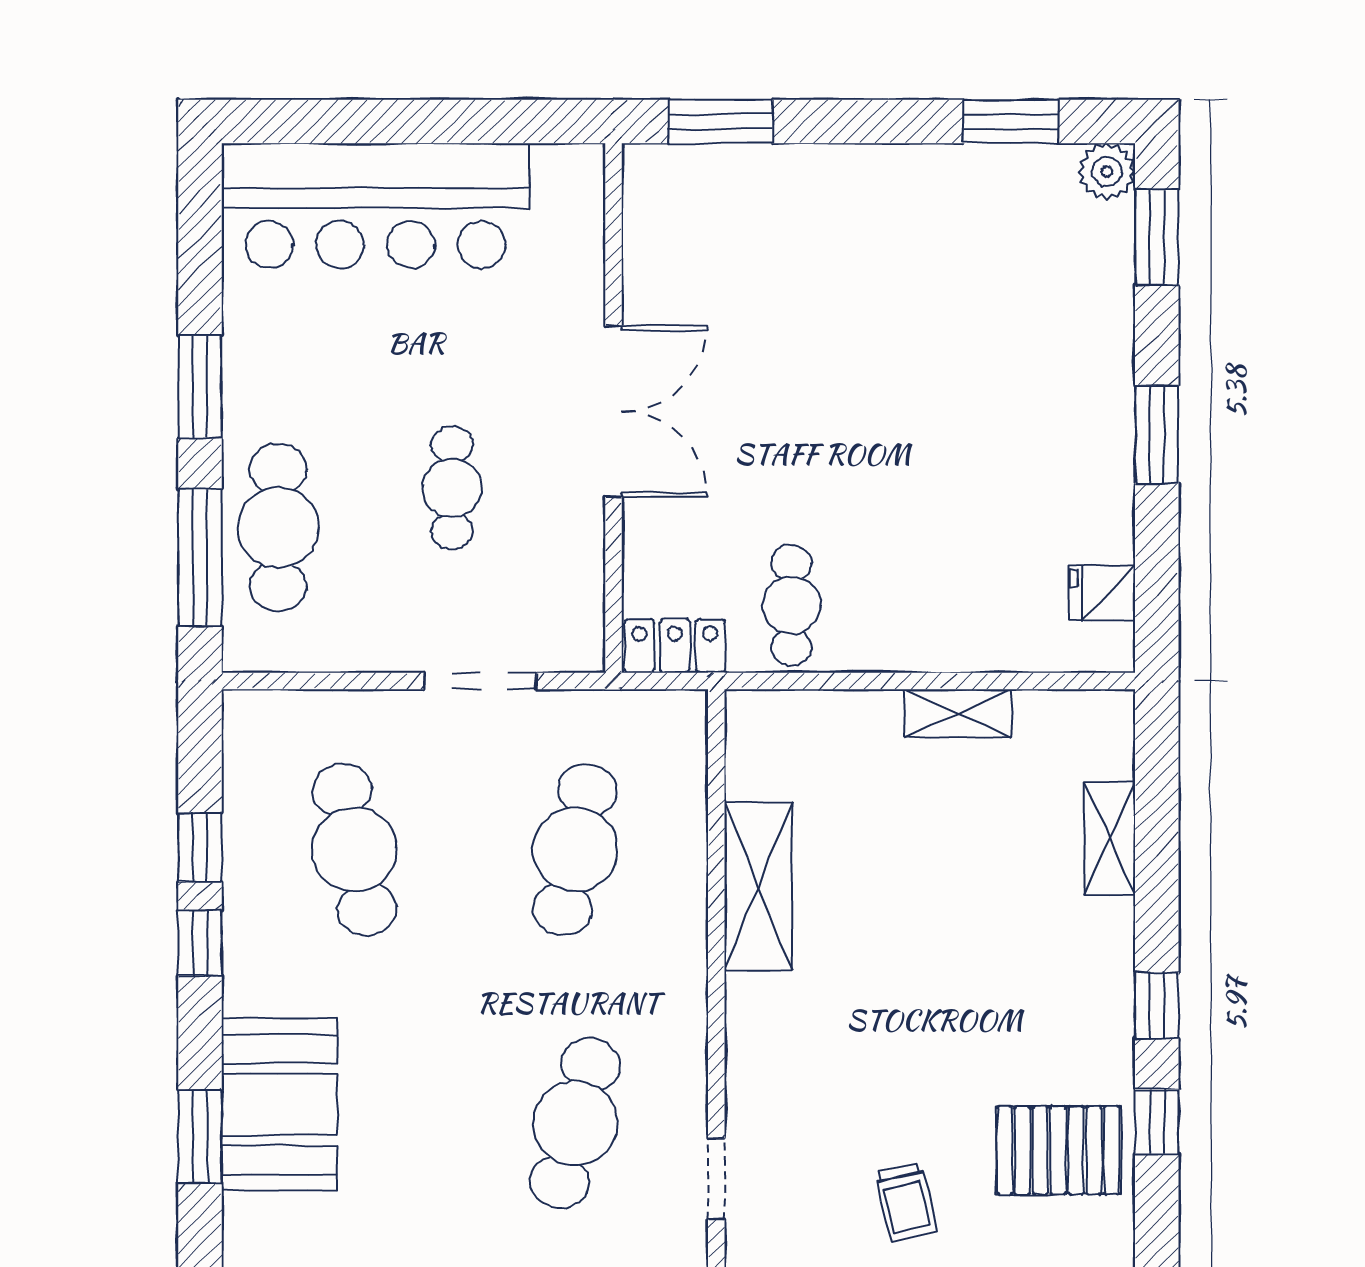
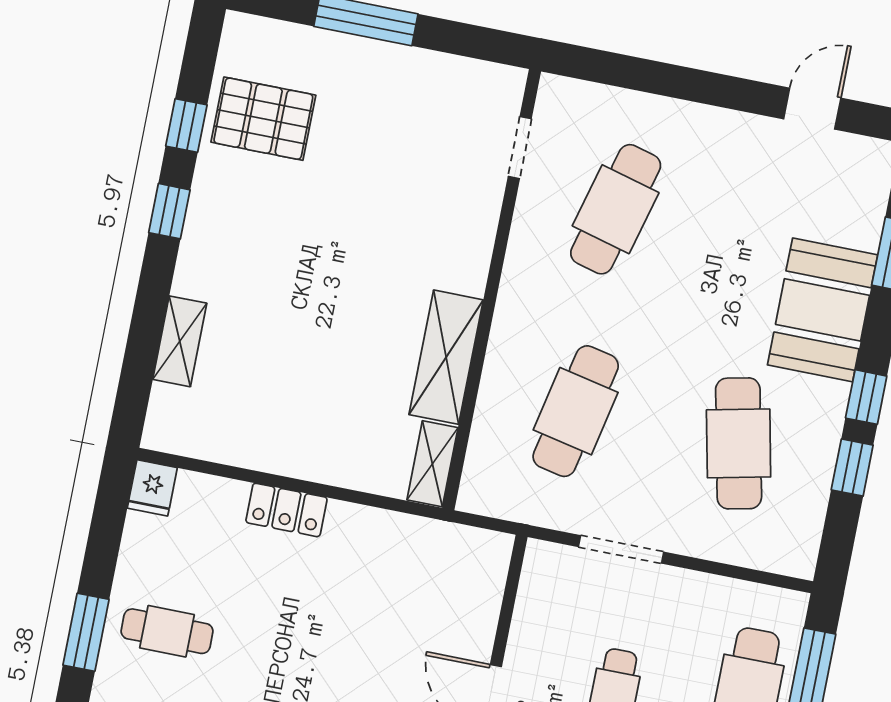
fridge: (1102, 593) -> (152, 488), moved, turned 90
cafe table: (791, 605) -> (167, 631), moved, turned 90
locker: (675, 646) -> (286, 510), moved
shelving: (958, 713) -> (432, 464), moved, turned 90
booth: (279, 1105) -> (823, 310), moved
trolley: (906, 1202) -> (383, 103), removed

